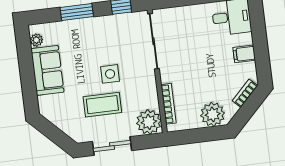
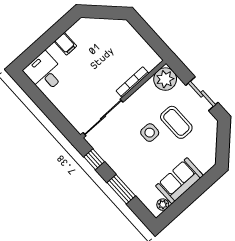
bookcase: (245, 93) -> (94, 23), removed
bookcase: (169, 104) -> (132, 82), moved
plant: (213, 114) -> (126, 36), removed

